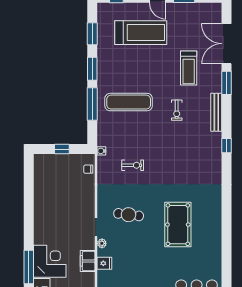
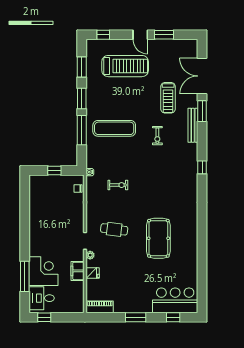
bench: (216, 112) -> (193, 125), moved

